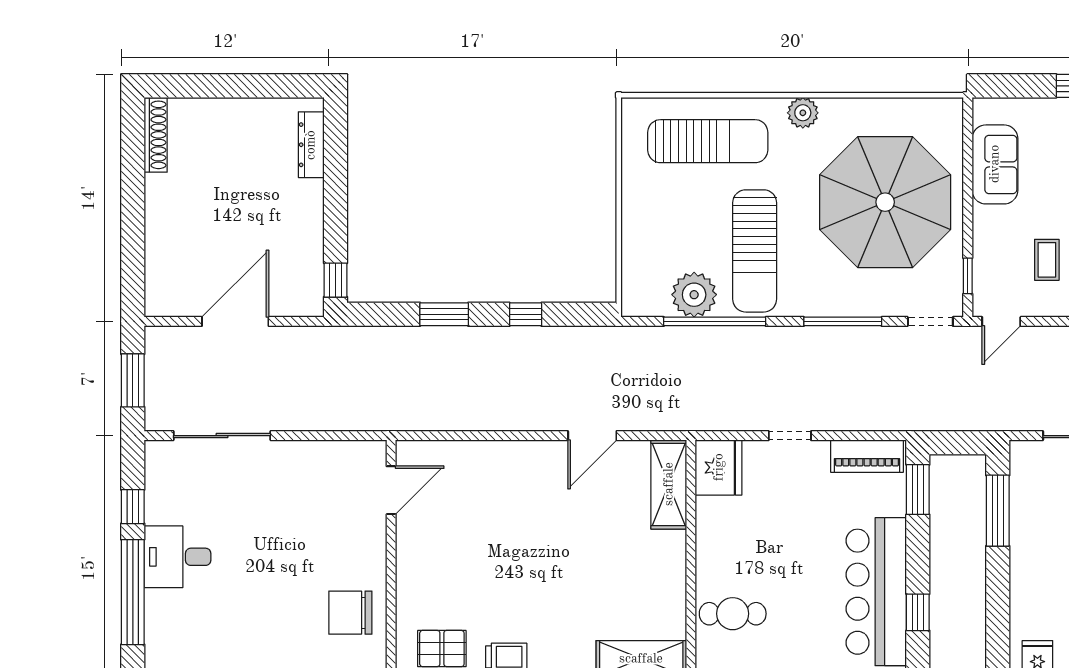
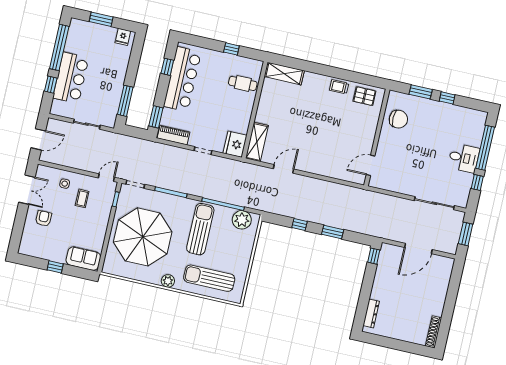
sofa: (995, 164) -> (83, 259), moved, turned 90
plant: (694, 295) -> (242, 220), moved

